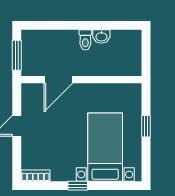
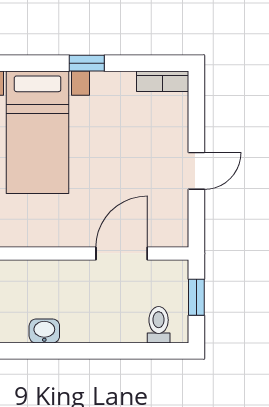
toilet: (85, 40) -> (159, 325), moved
window: (17, 55) -> (196, 297), width x0.67

